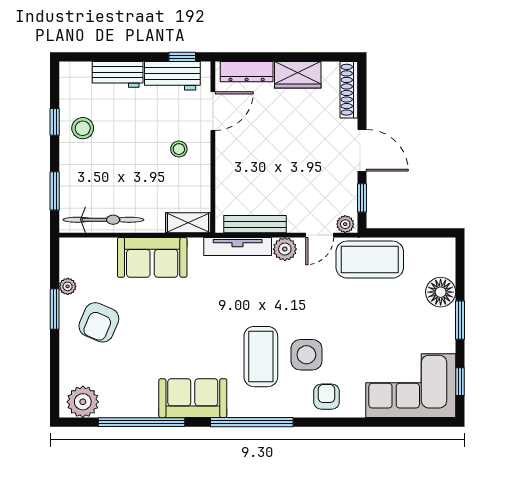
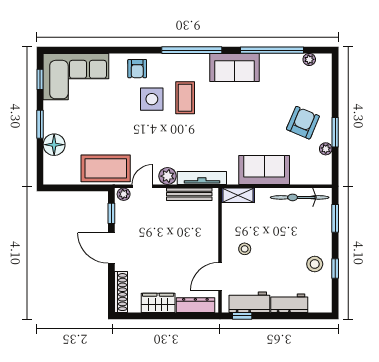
coffee table: (261, 357) -> (185, 98), width x0.73, depth x0.76
plant: (83, 402) -> (309, 59), width x0.53, depth x0.53

